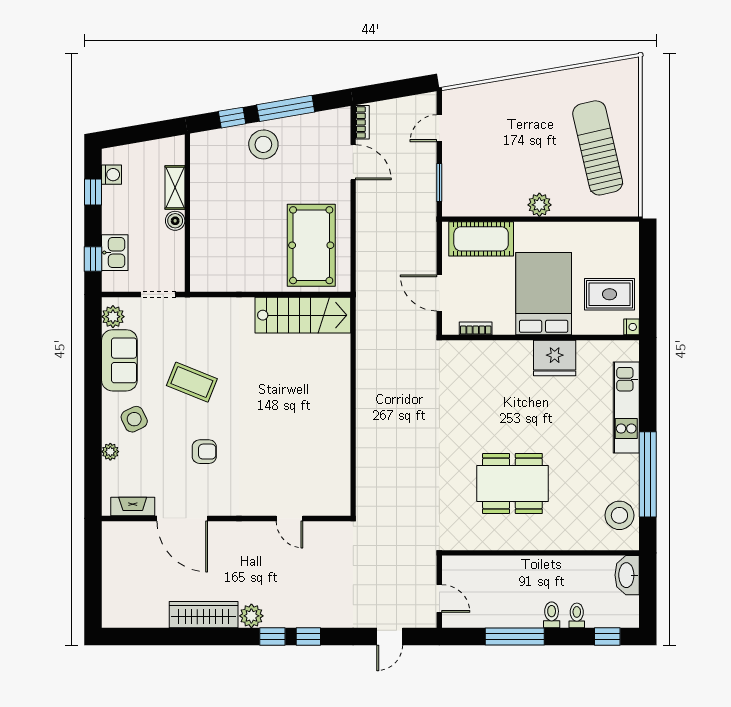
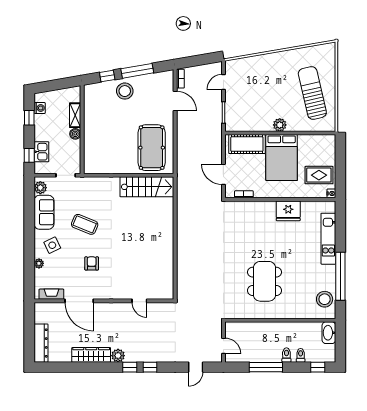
bed: (544, 294) -> (282, 158), moved, turned 180
armchair: (204, 452) -> (92, 263), turned -90
dining table: (512, 484) -> (264, 281), turned 90
dresser: (114, 593) -> (41, 343), added

